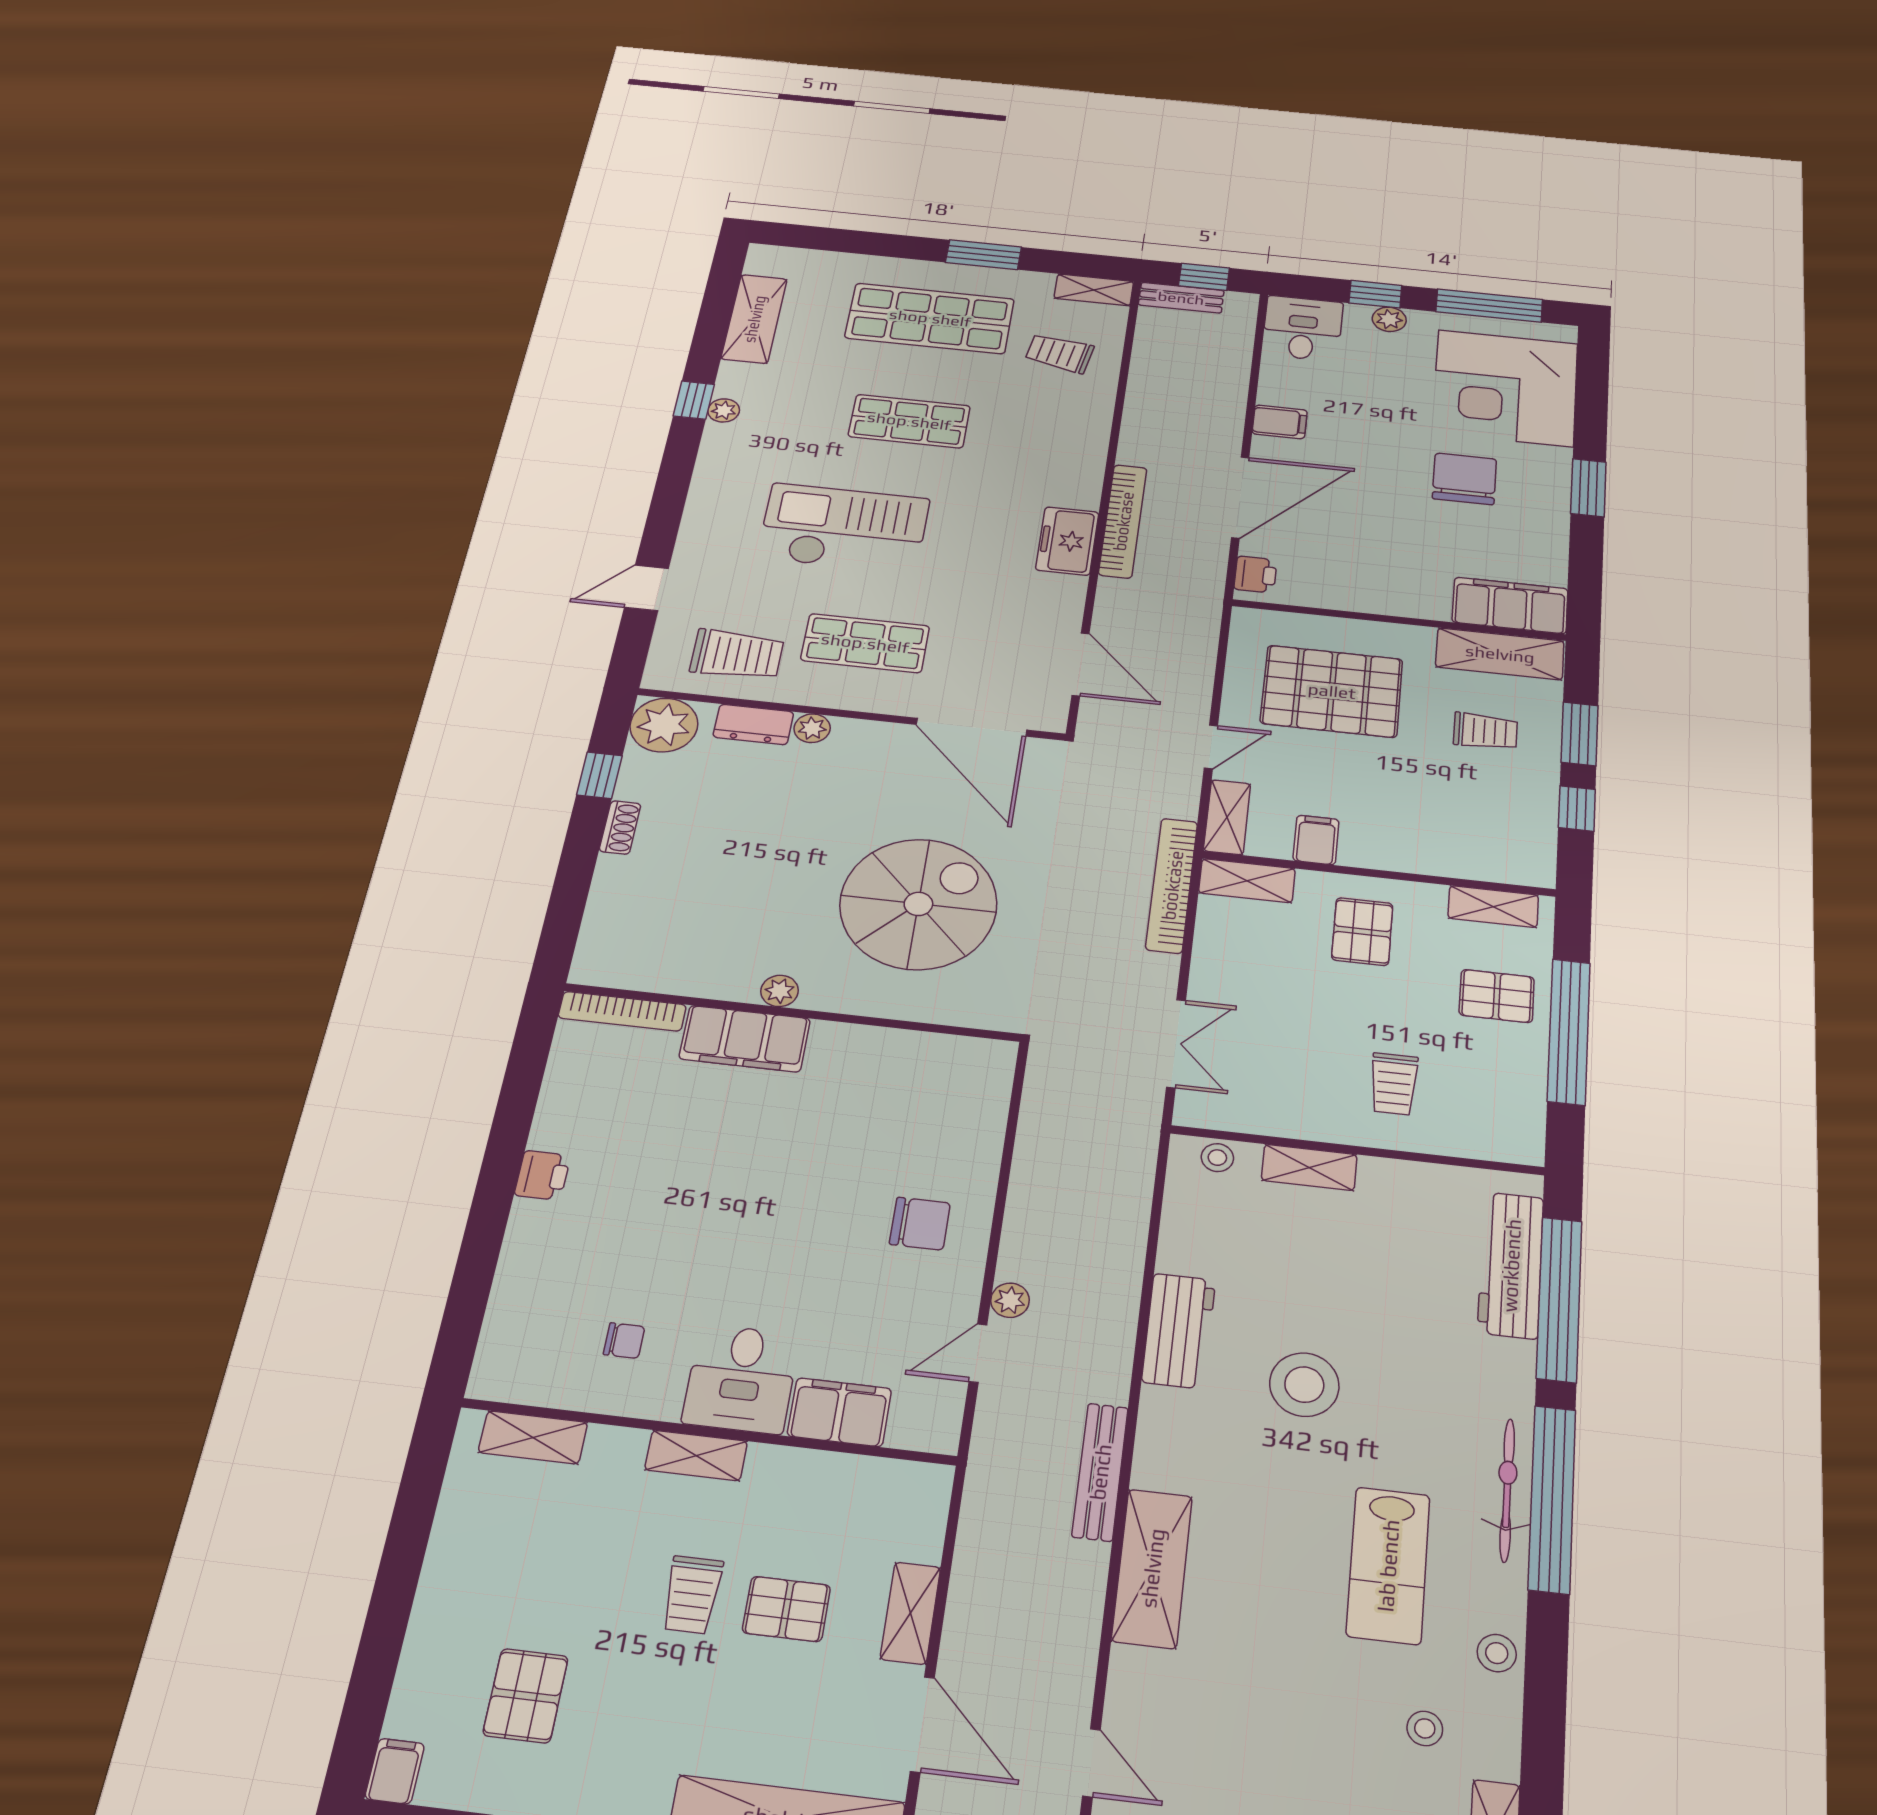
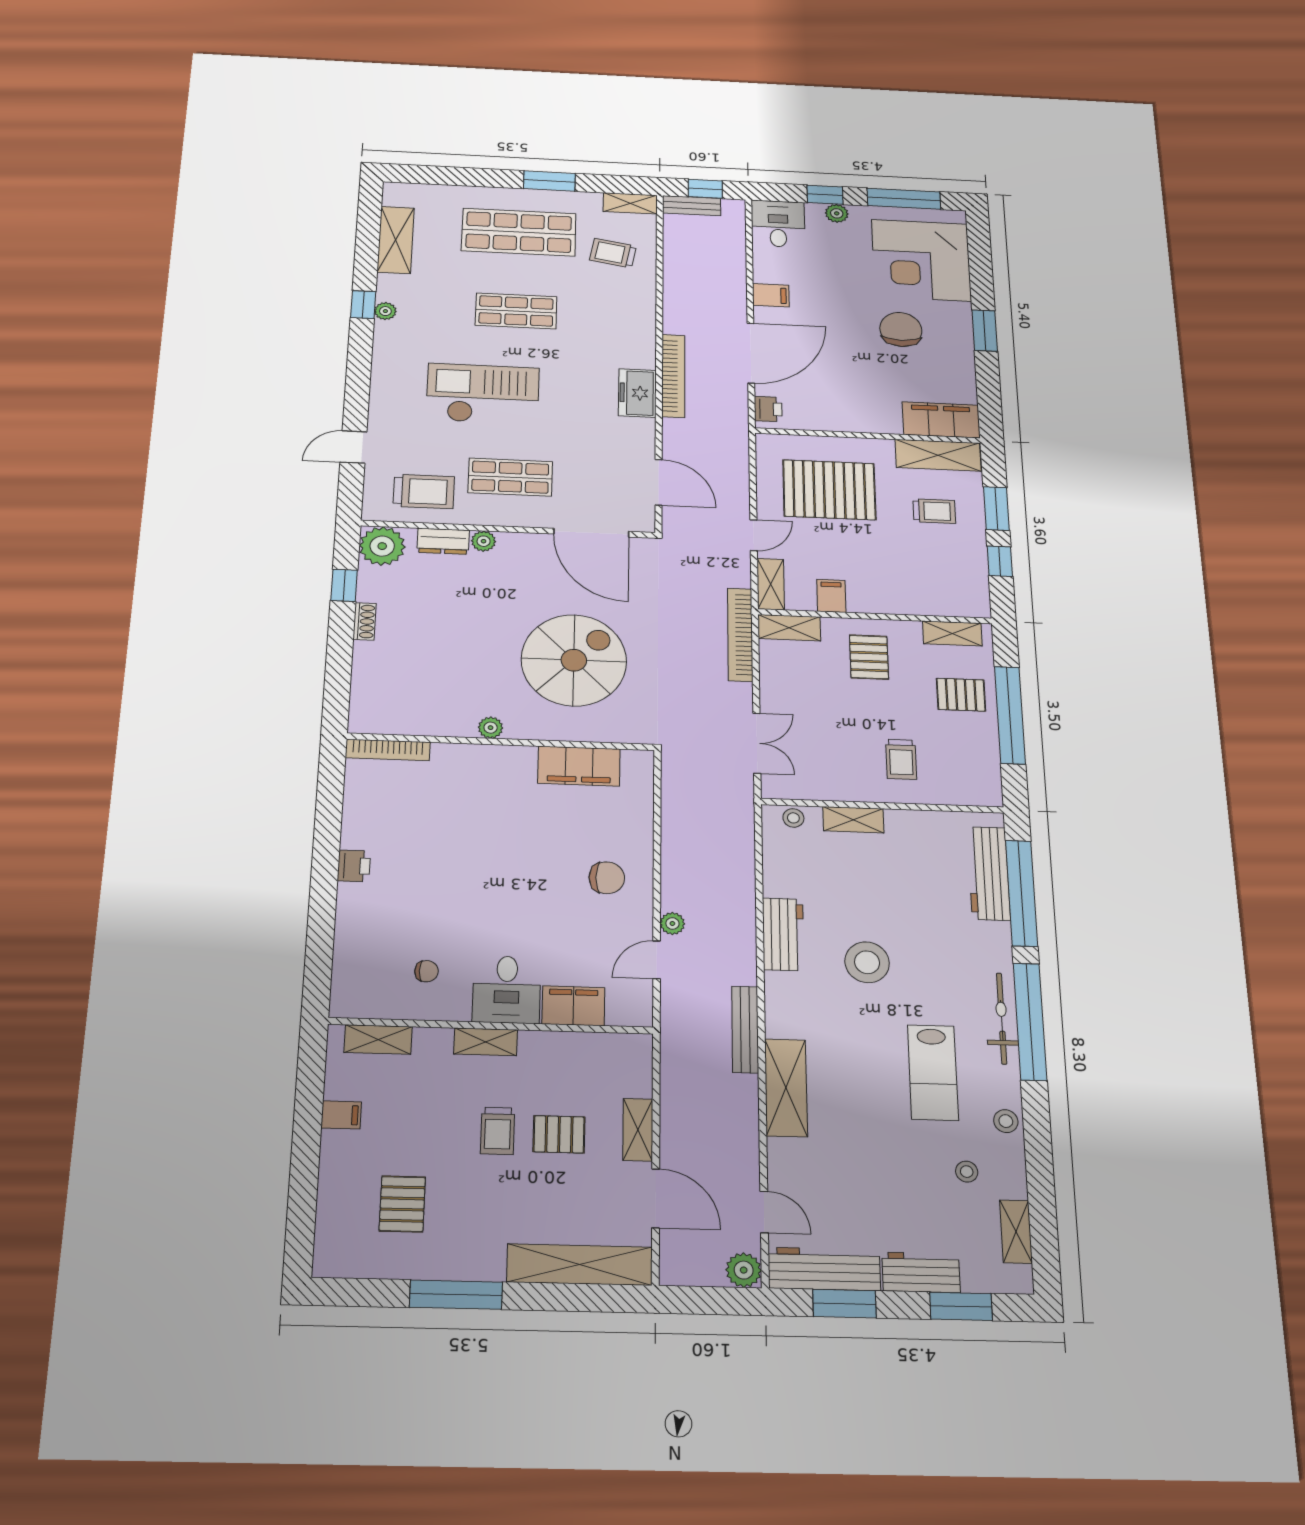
filing cabinet: (745, 1039) -> (579, 766), moved
filing cabinet: (395, 1771) -> (341, 1115), moved, turned 90

